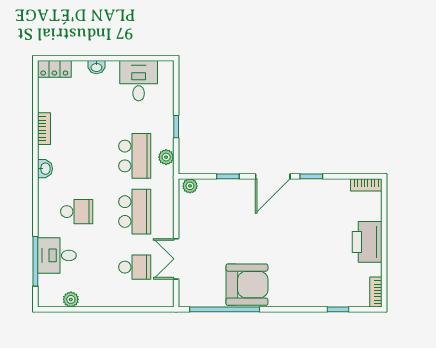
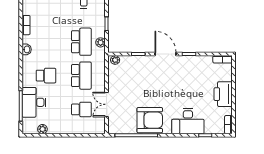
door: (273, 176) -> (165, 54), swing flipped
desk: (57, 255) -> (34, 102), width x1.37
desk: (310, 286) -> (188, 121), added

